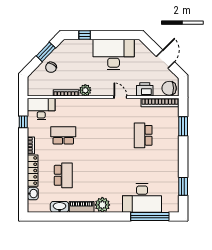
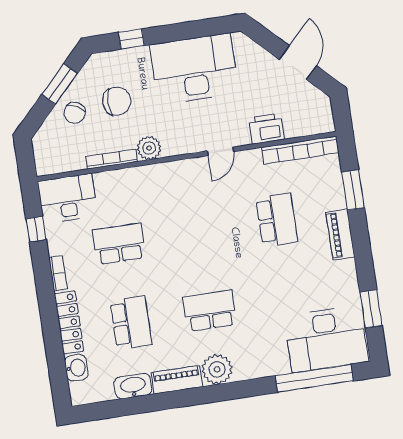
chair: (169, 88) -> (117, 101), moved, turned 180
door: (120, 97) -> (221, 151), swing flipped
school desk: (143, 135) -> (277, 220), turned 180
piano: (173, 147) -> (340, 235), added
school desk: (103, 175) -> (210, 311), added
desk: (142, 198) -> (326, 339), moved

